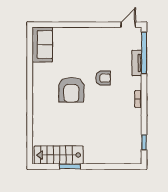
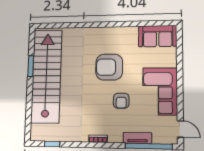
corner sofa: (94, 43) -> (160, 91), added
stairs: (59, 155) -> (46, 76), width x1.86, depth x1.51

